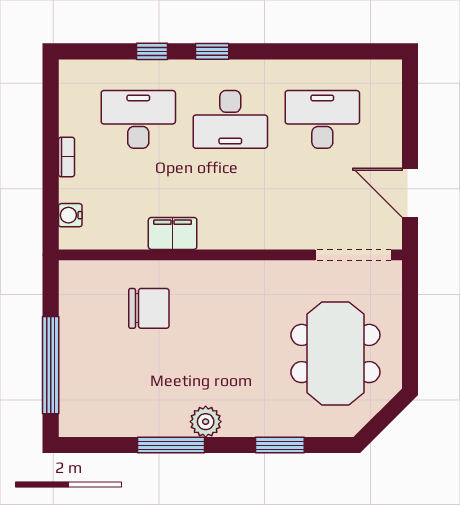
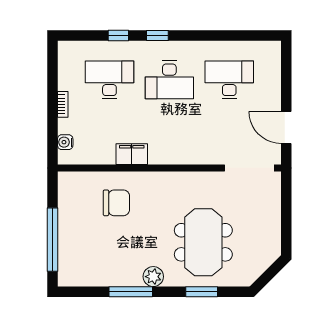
meeting table: (335, 353) -> (203, 242), moved

